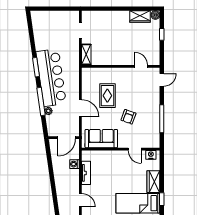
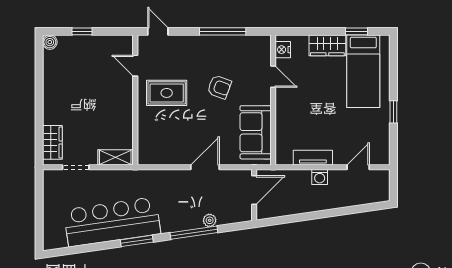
wardrobe: (140, 17) -> (52, 142), moved
door: (141, 66) -> (135, 66), hinge flipped
bar counter: (51, 78) -> (112, 222), moved
rug: (107, 96) -> (167, 93), moved
door: (67, 138) -> (254, 190), hinge flipped
door: (135, 149) -> (273, 77), hinge flipped
washing machine: (74, 164) -> (320, 177), moved

